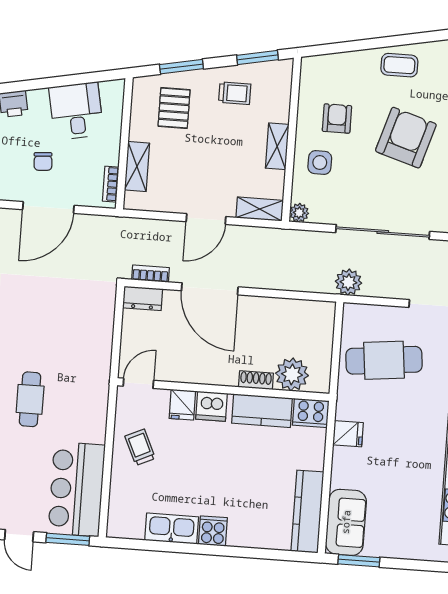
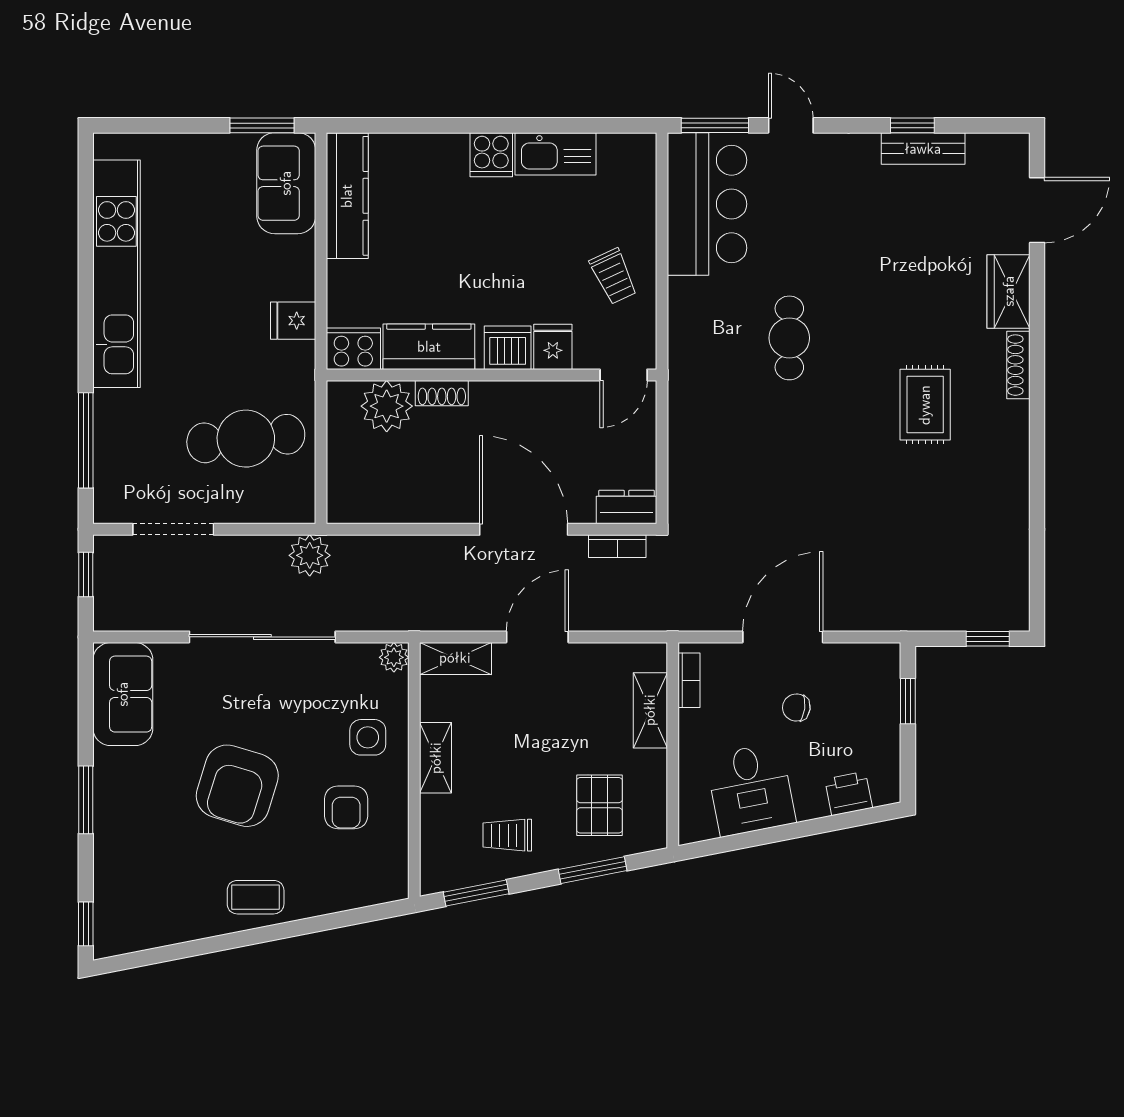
chair: (43, 161) -> (796, 708), turned -78

